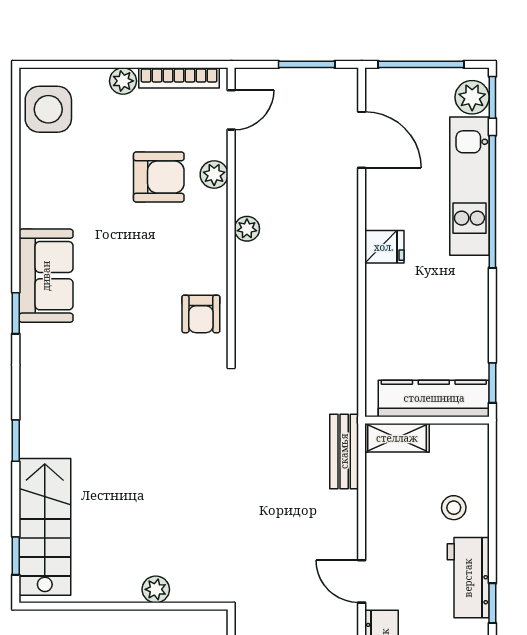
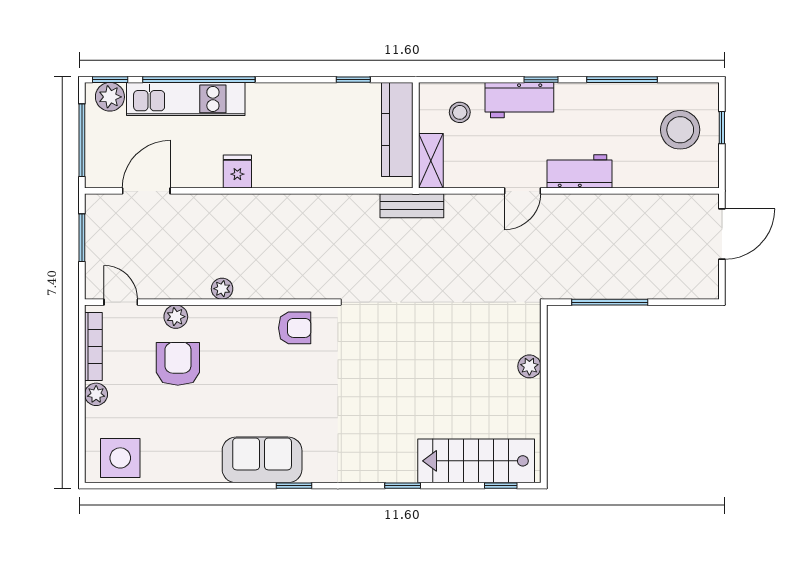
kitchen counter: (434, 398) -> (397, 129), moved
wall: (427, 420) -> (416, 135), moved
shelving: (397, 438) -> (431, 161), moved

